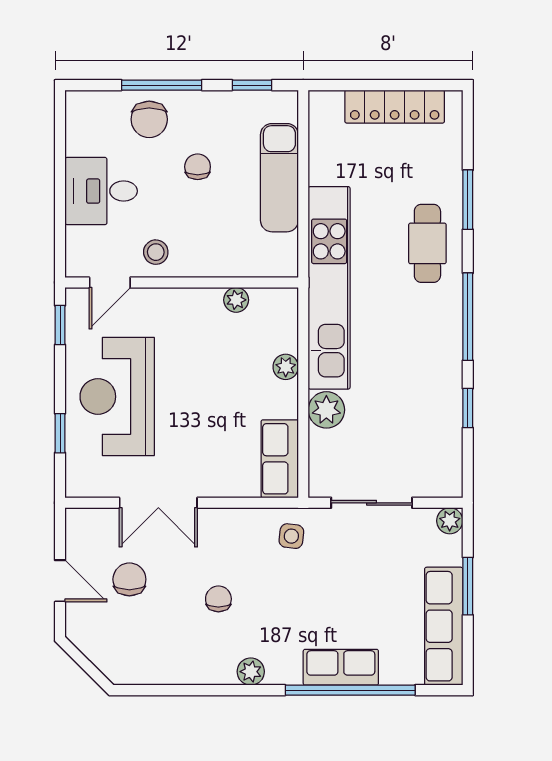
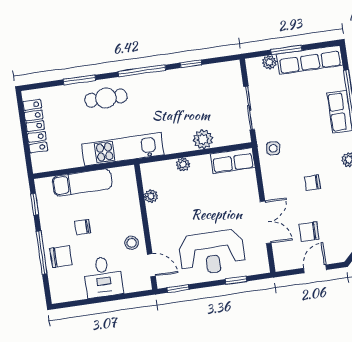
kitchen unit: (329, 288) -> (123, 149), width x0.73
plant: (450, 521) -> (269, 62), moved

